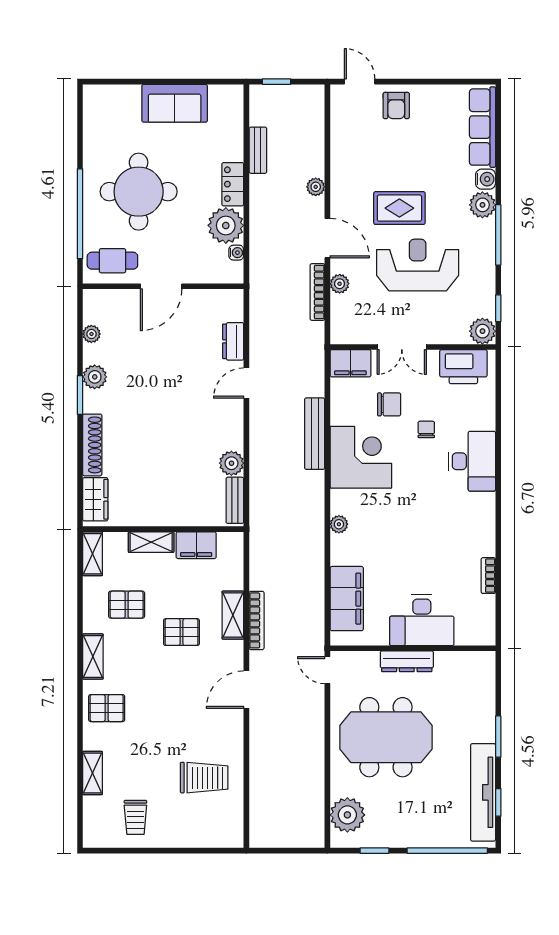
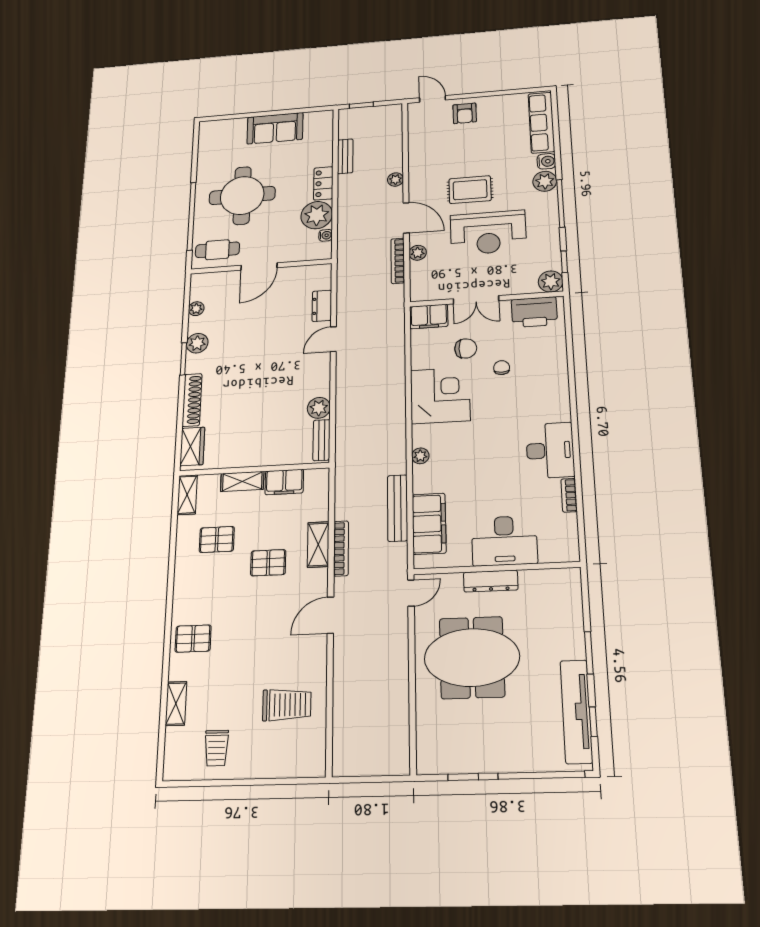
reception desk: (418, 265) -> (488, 233), turned 180
bench: (315, 434) -> (398, 508), moved
desk: (472, 461) -> (550, 450), moved
shelving: (93, 656) -> (182, 589), removed
door: (327, 670) -> (411, 593), swing flipped
plant: (347, 815) -> (434, 739), removed

